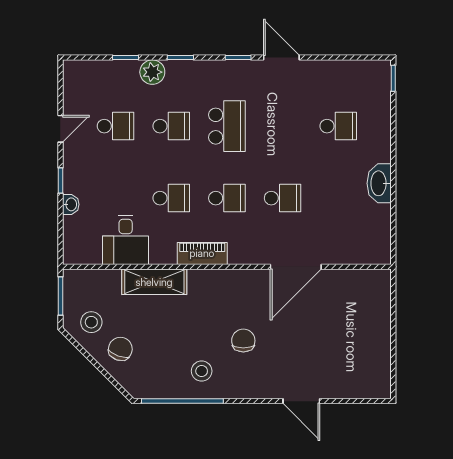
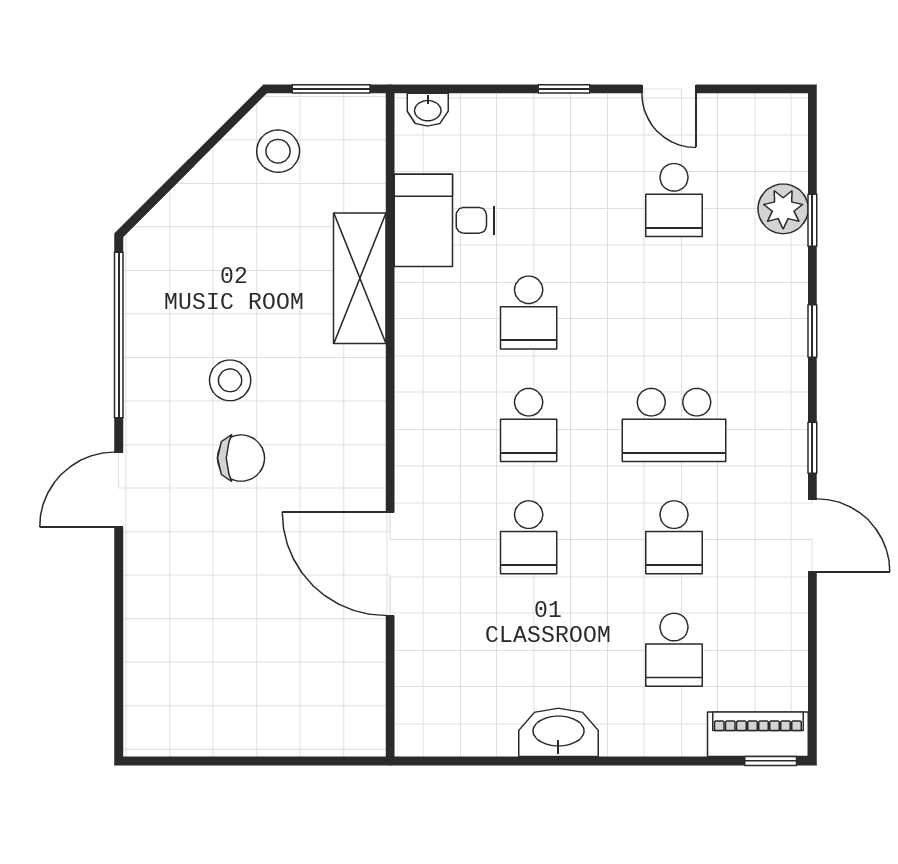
door: (281, 58) -> (812, 535), hinge flipped
plant: (152, 72) -> (783, 209), moved
school desk: (171, 126) -> (674, 537), moved
washbasin: (71, 204) -> (428, 110), moved
piano: (202, 253) -> (758, 734), moved, turned -90
chair: (120, 349) -> (224, 210), removed
stool: (202, 371) -> (230, 380), moved
door: (301, 401) -> (119, 490), moved

